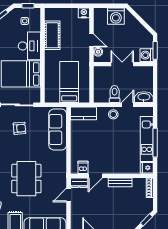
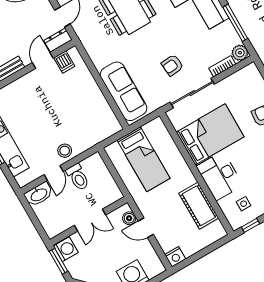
kitchen counter: (83, 113) -> (103, 130), removed

